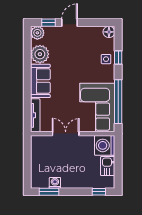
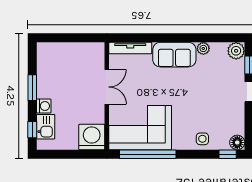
plant: (40, 54) -> (203, 48), width x0.53, depth x0.53
window: (118, 58) -> (228, 154), moved
kitchen sink: (108, 166) -> (46, 127), moved, turned 90
washing machine: (55, 183) -> (44, 106), moved
window: (49, 192) -> (32, 88), moved

